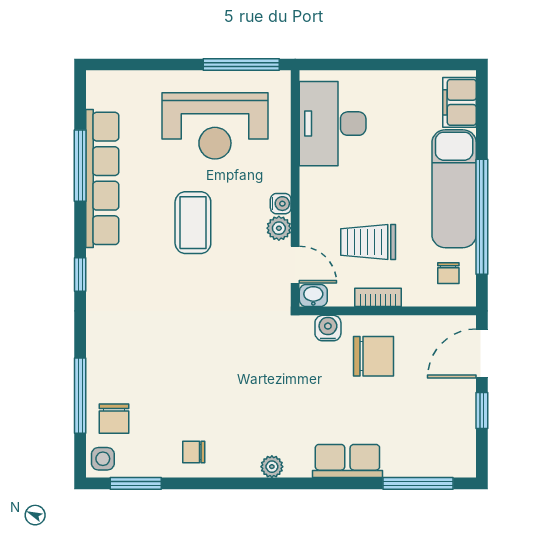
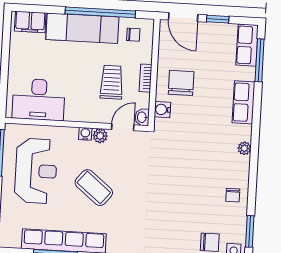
coffee table: (193, 223) -> (94, 188), turned 39
trolley: (368, 242) -> (112, 82), turned 180
row of seats: (442, 461) -> (247, 45), added

